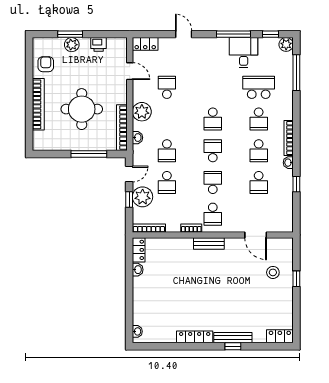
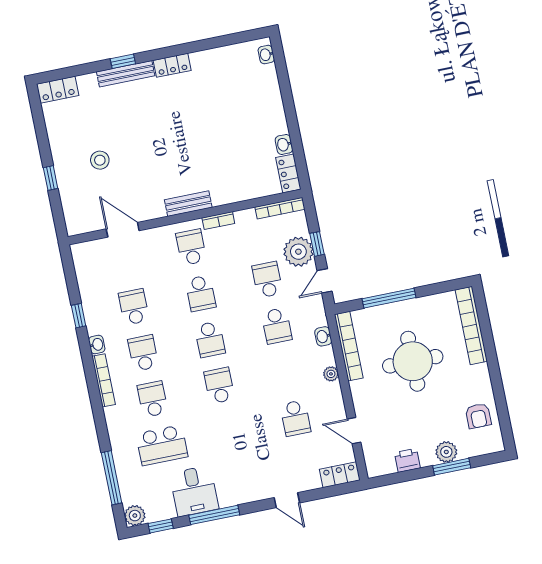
bookcase: (38, 104) -> (471, 326), moved
plant: (142, 112) -> (331, 374), width x0.53, depth x0.53
school desk: (167, 151) -> (277, 326), turned 180
stool: (273, 272) -> (100, 160), moved
locker: (195, 337) -> (172, 65), width x0.66

